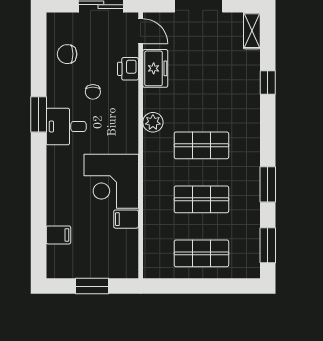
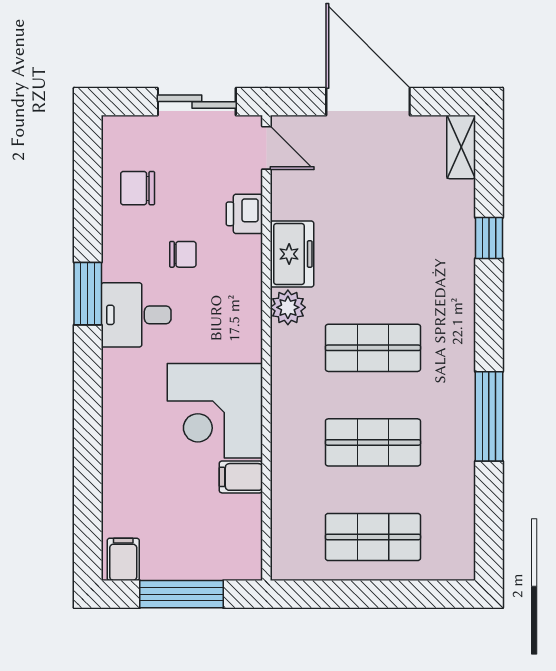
freezer: (155, 68) -> (292, 254), moved
chair: (93, 92) -> (183, 254), turned -90
window: (268, 184) -> (489, 416), width x1.44
filing cabinet: (58, 235) -> (123, 559), moved, turned -90
window: (268, 245) -> (489, 523), removed
window: (92, 286) -> (181, 594), width x1.44

